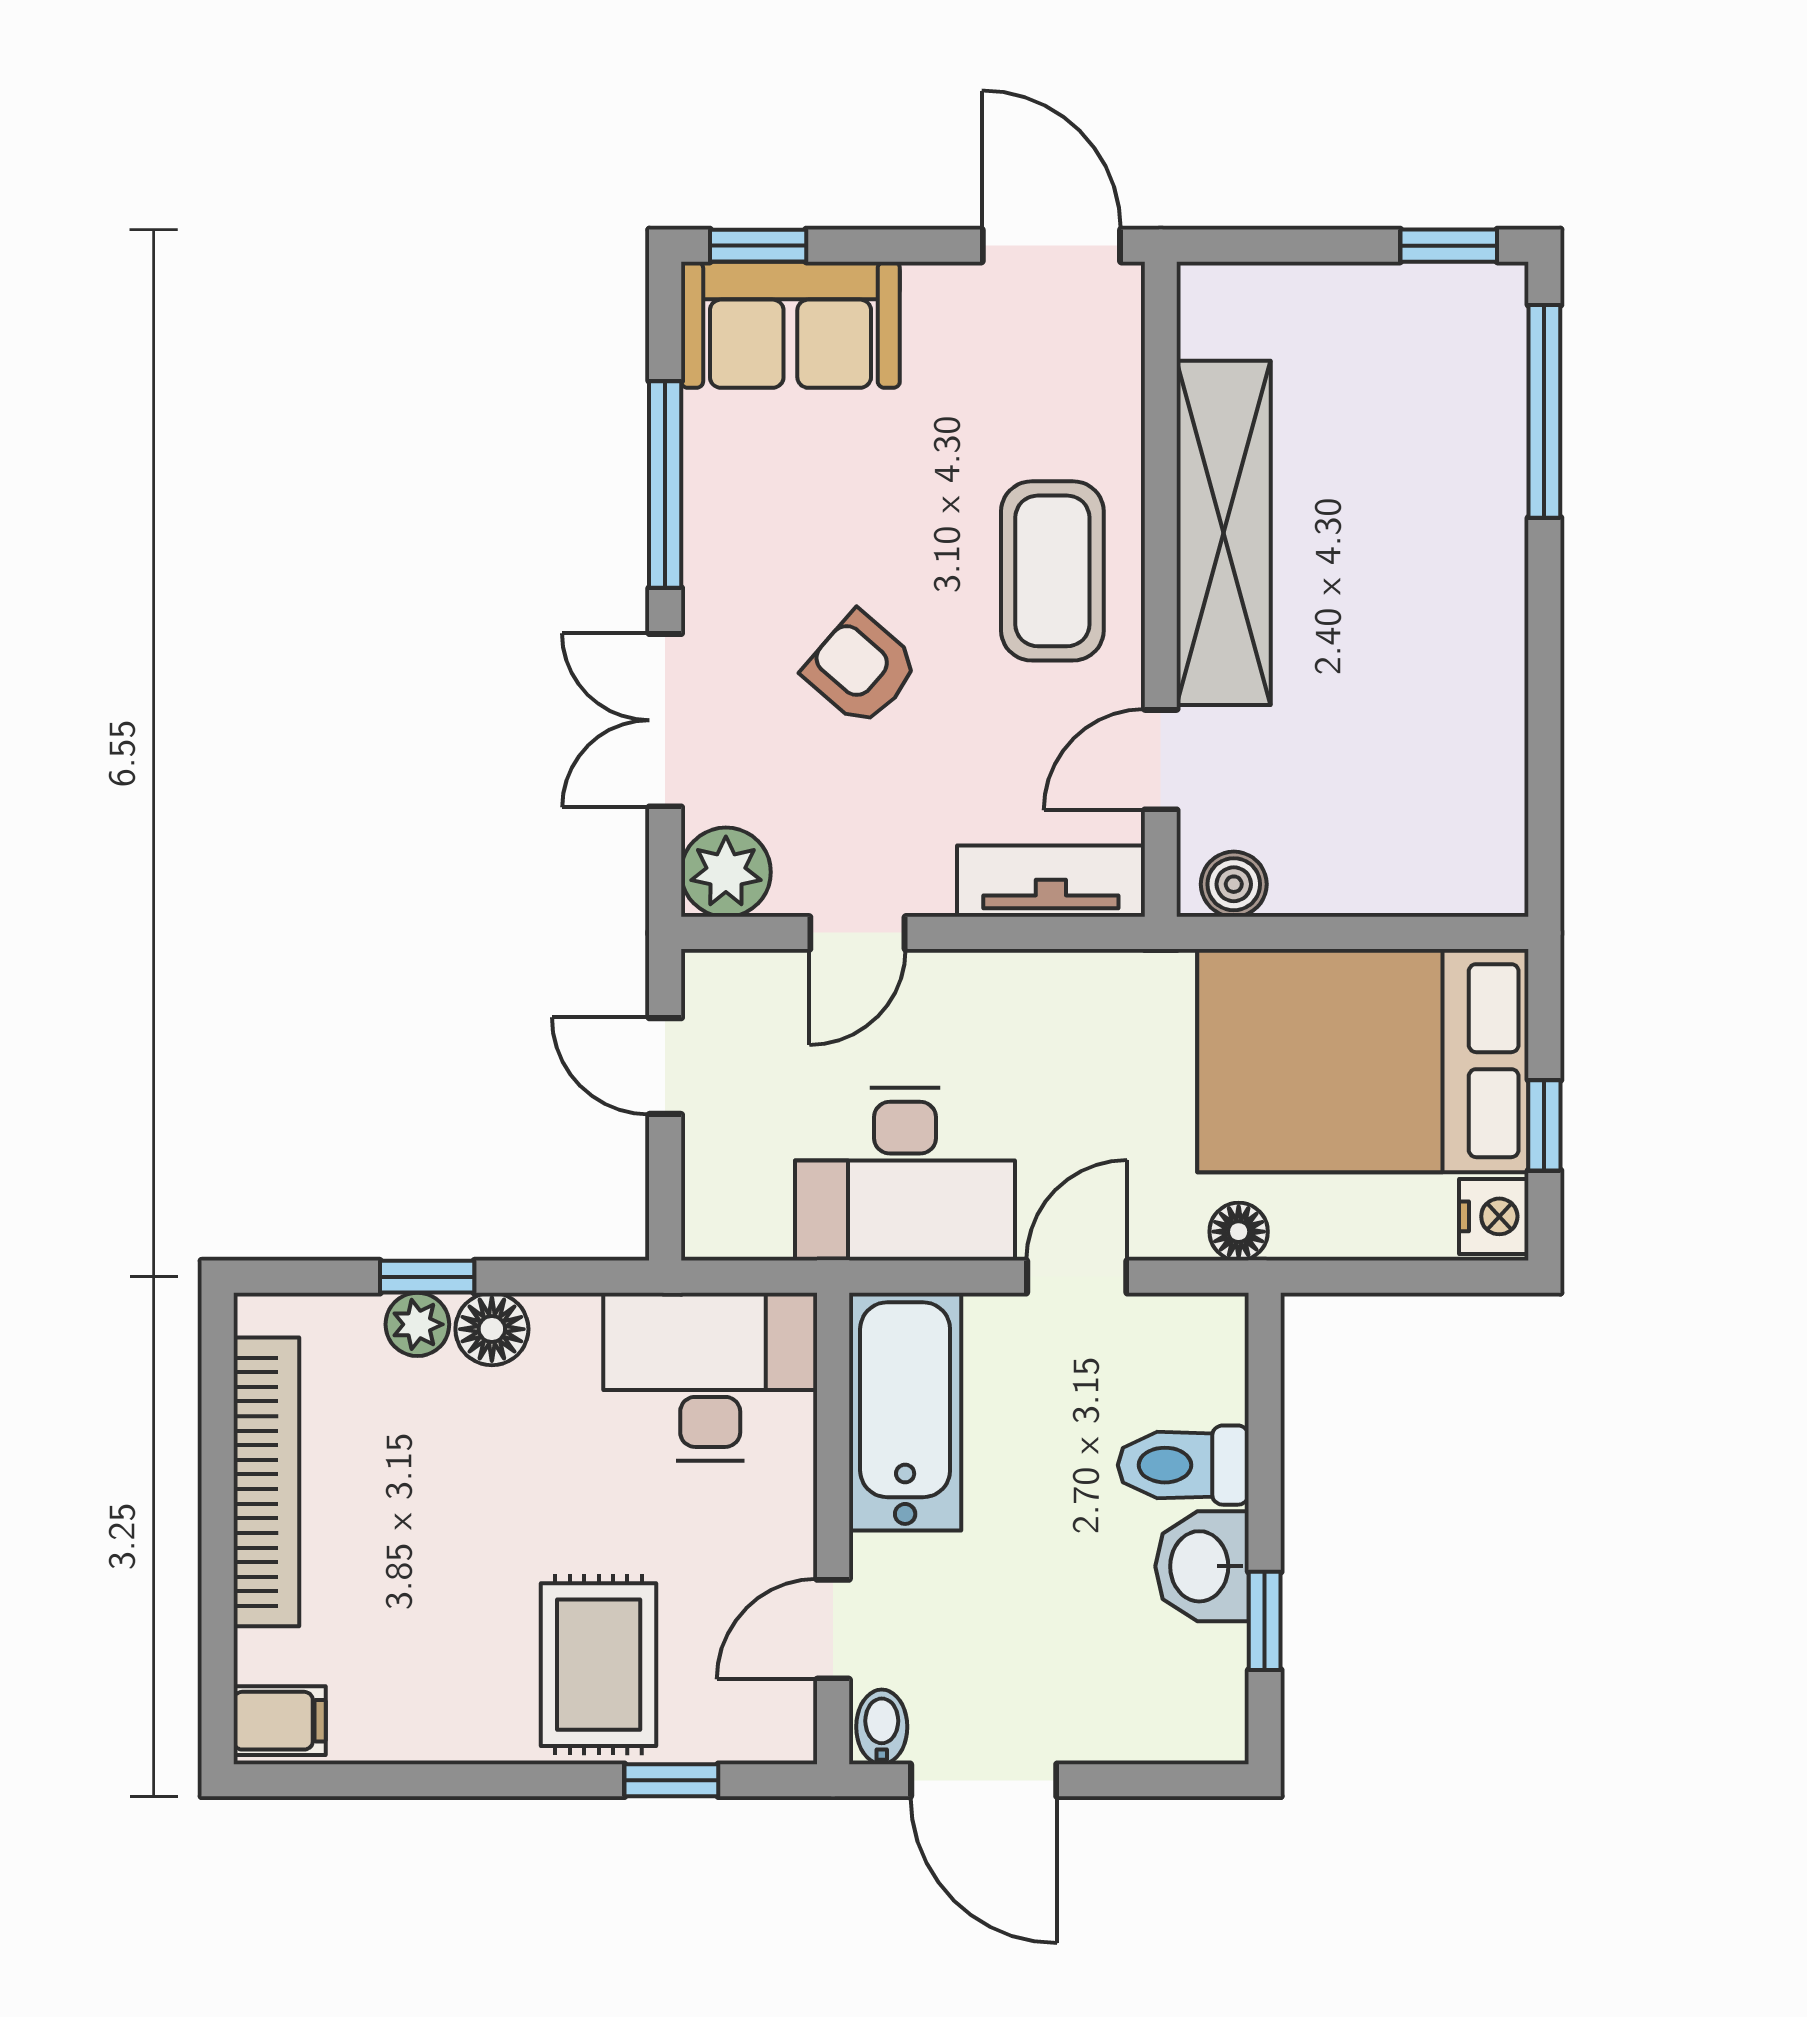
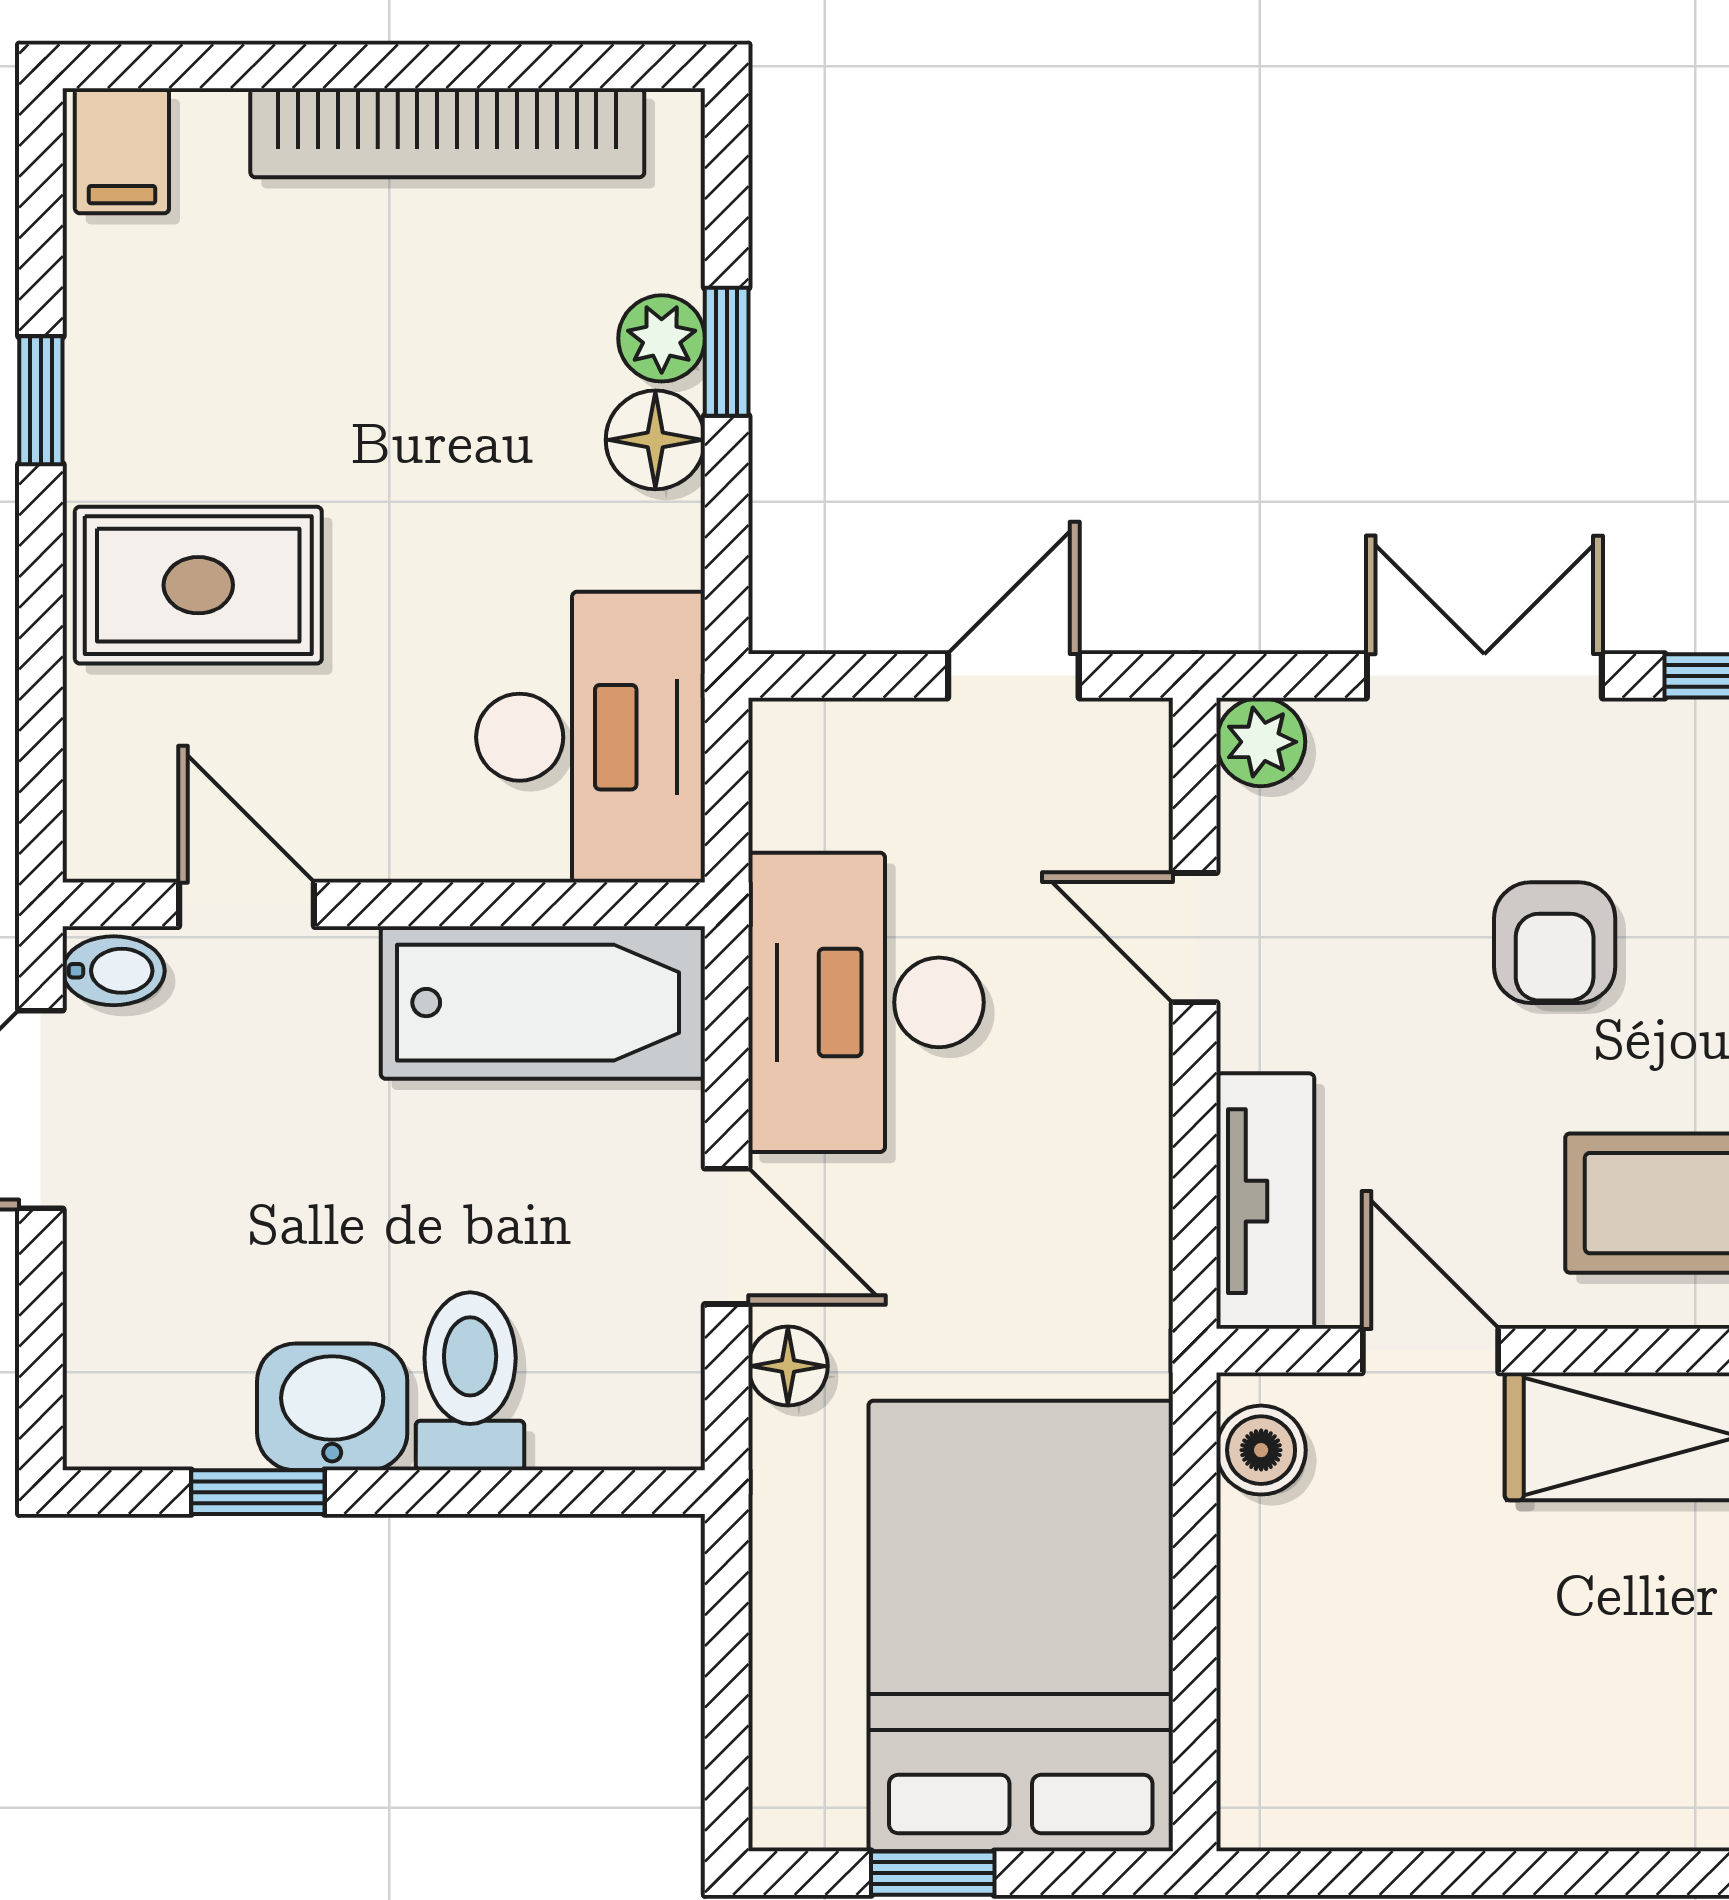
armchair: (861, 669) -> (1555, 943), turned 139
plant: (726, 872) -> (1261, 742), width x0.73, depth x0.73
nightstand: (1494, 1216) -> (809, 1804), removed
floor lamp: (1239, 1232) -> (788, 1366), moved
window: (671, 1780) -> (41, 400), moved

